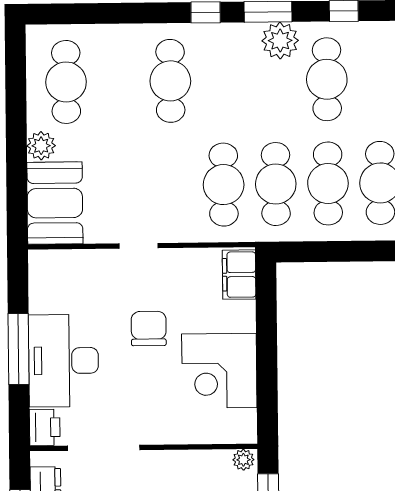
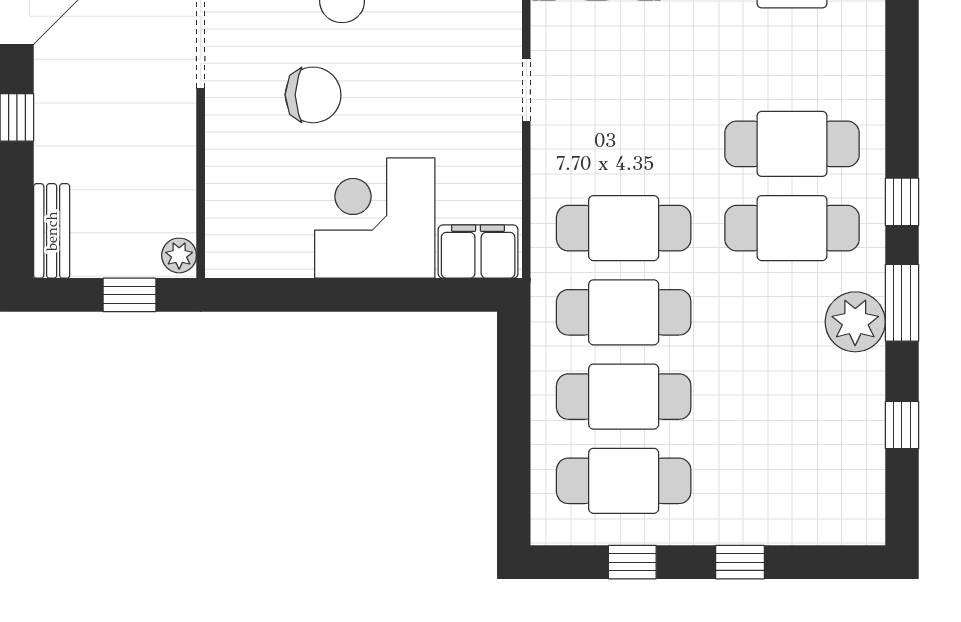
cafe table: (327, 79) -> (792, 228), moved
chair: (149, 329) -> (313, 95), moved
corner desk: (219, 371) -> (375, 218), moved

